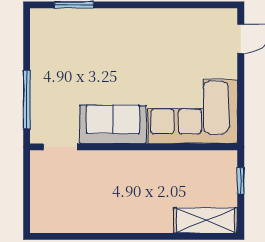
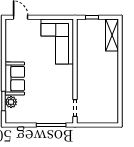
plant: (72, 20) -> (11, 102), added
sofa: (113, 124) -> (15, 79), moved, turned 180

